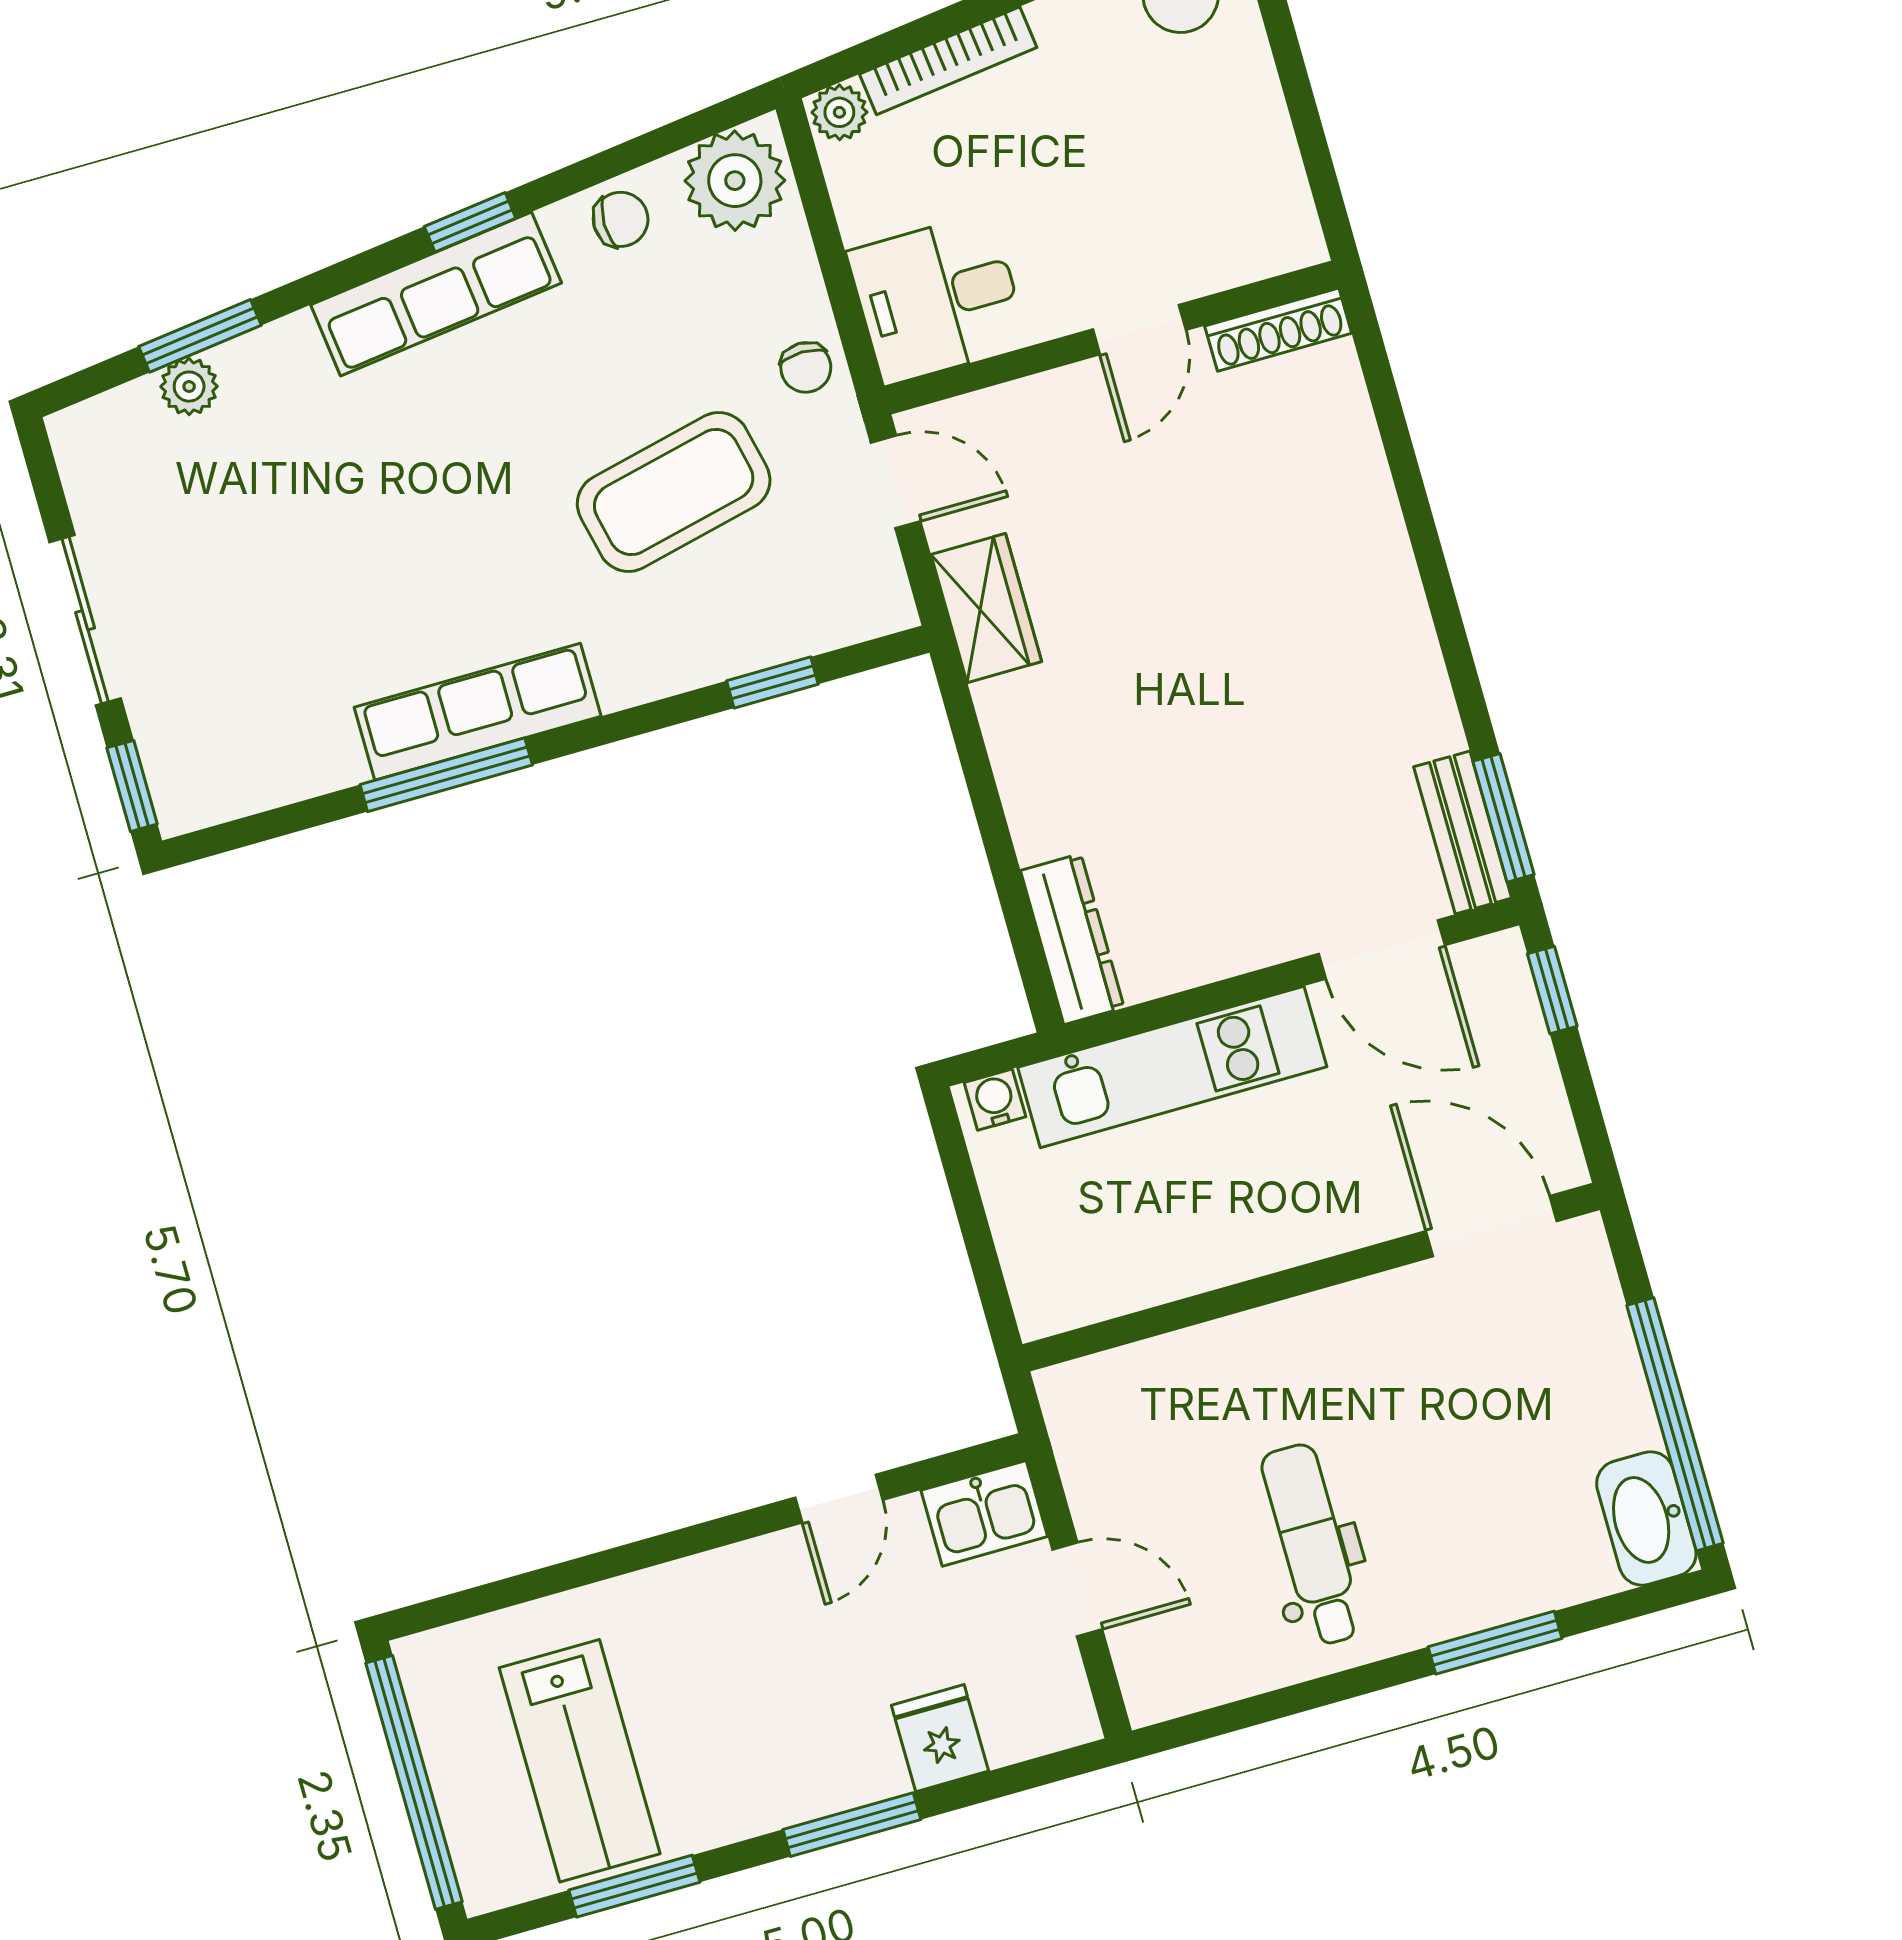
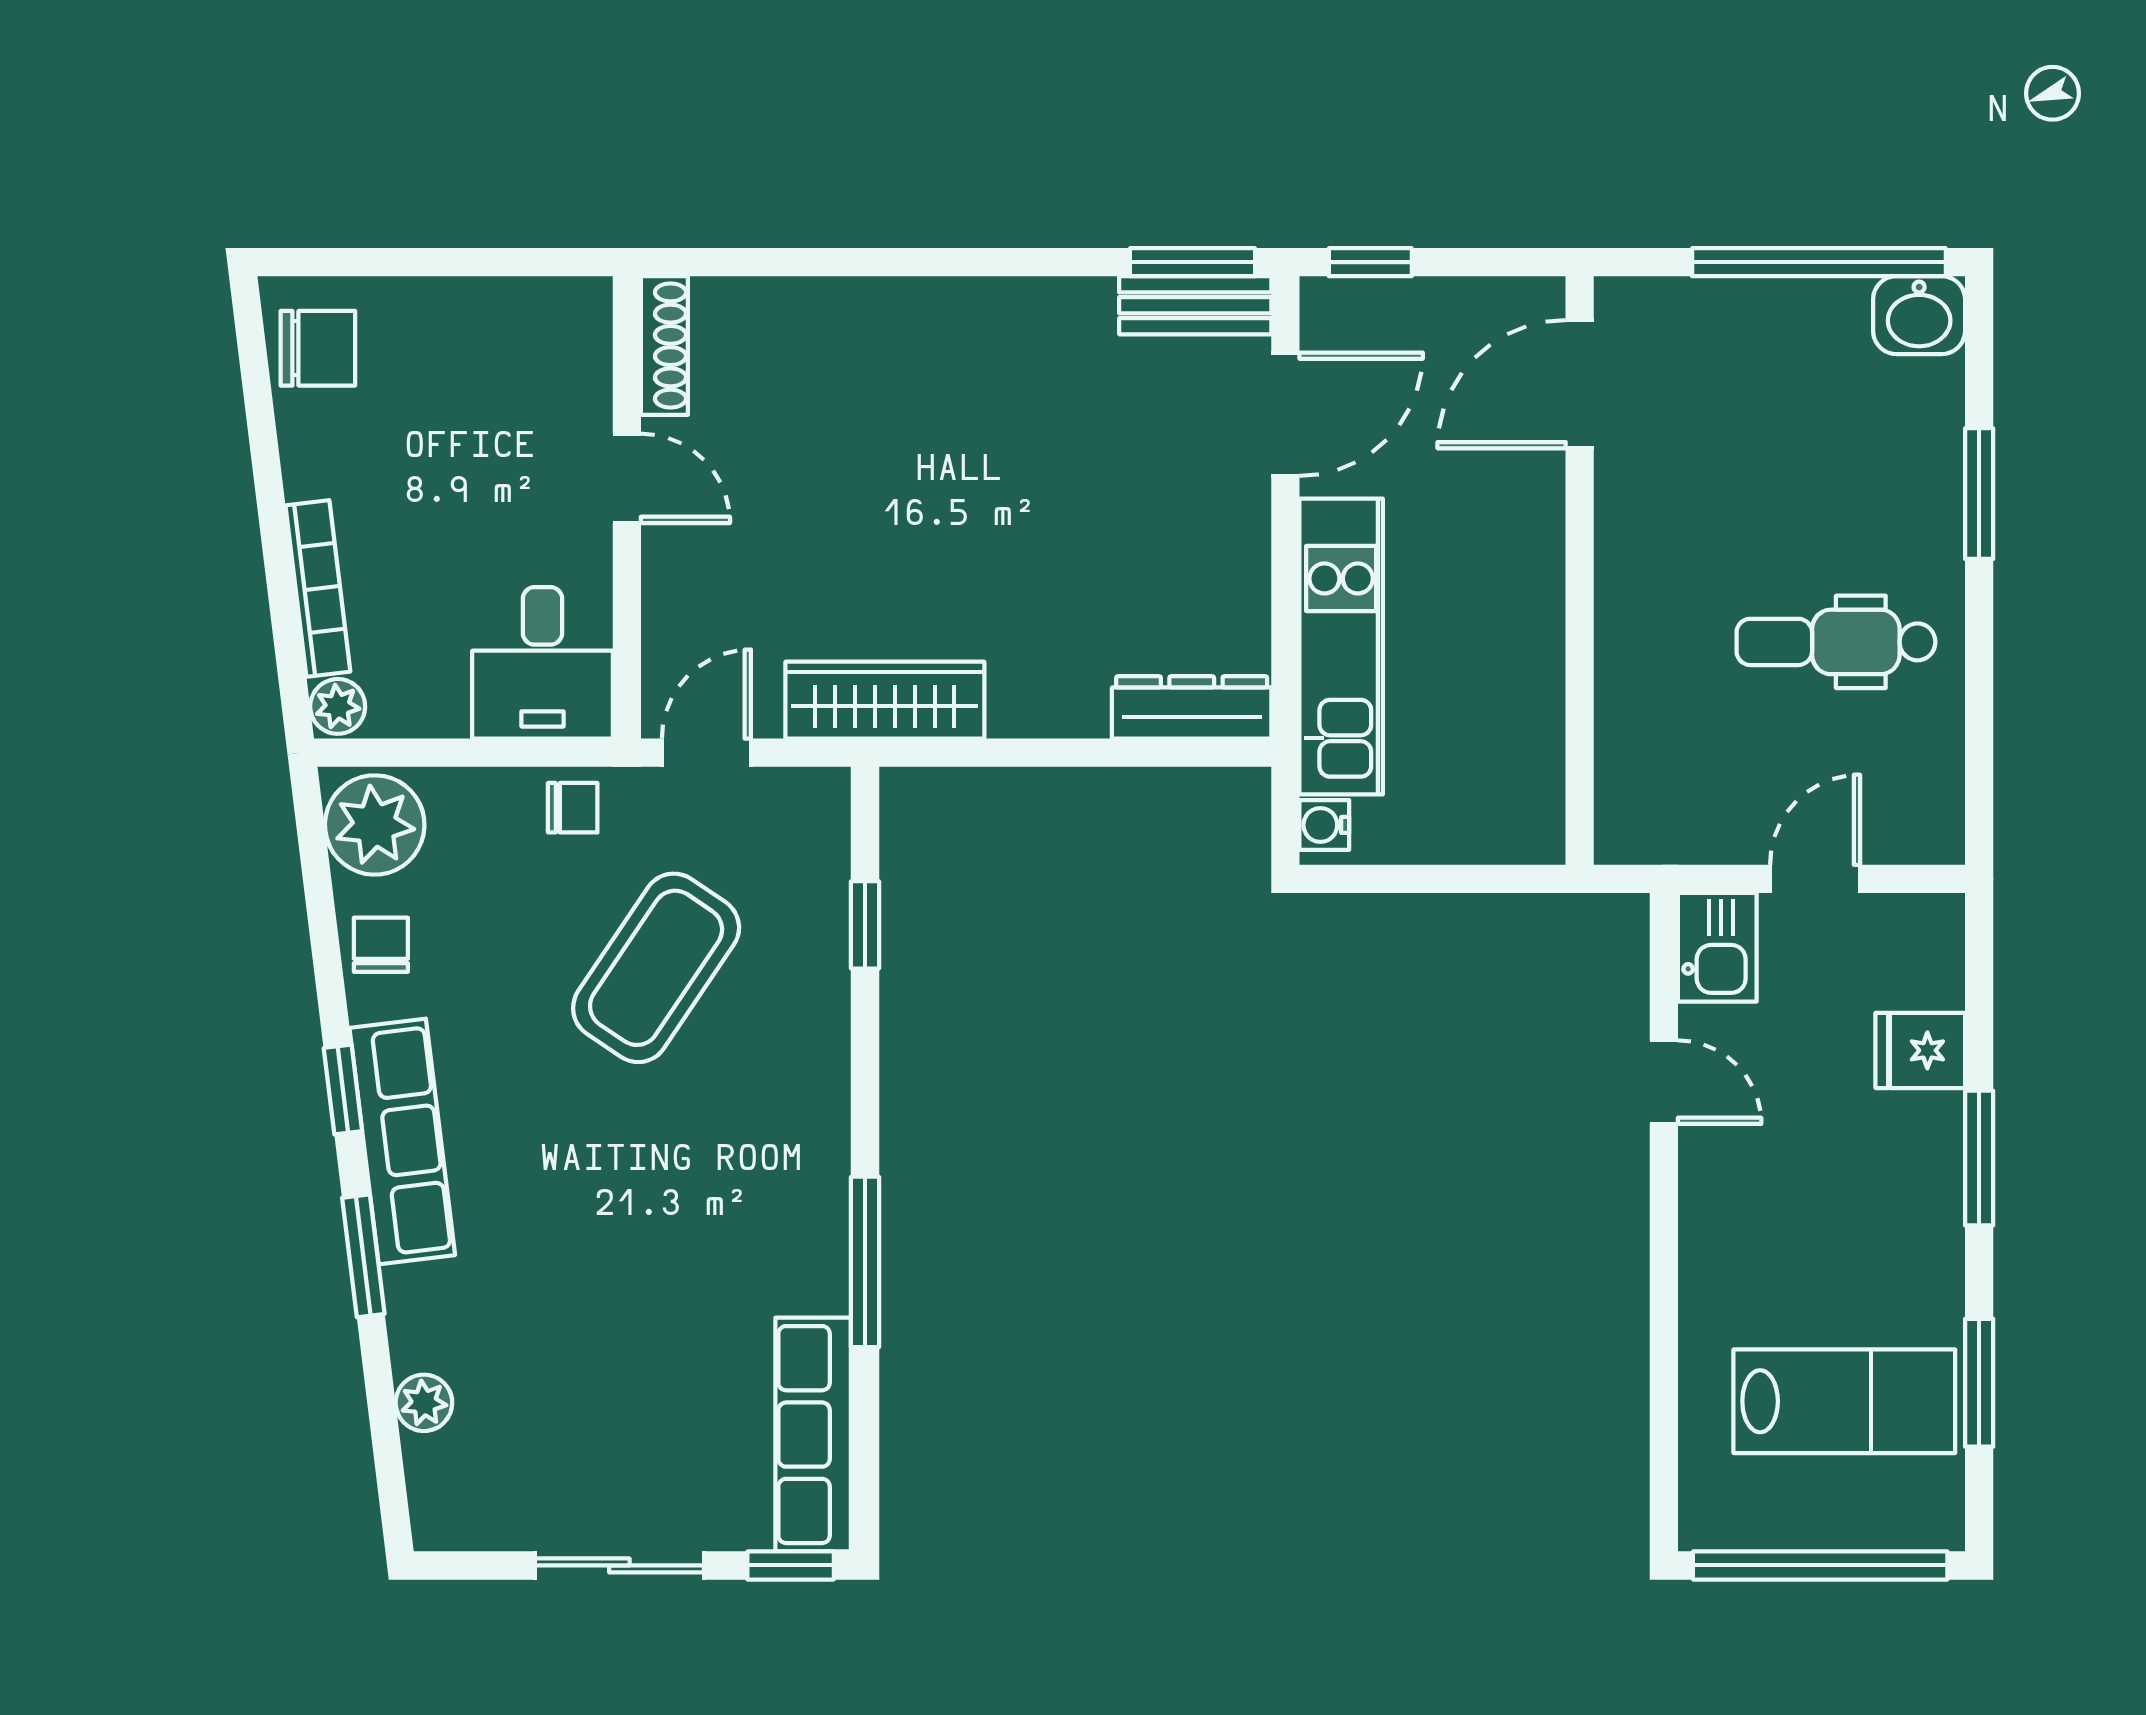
window: (200, 336) -> (363, 1256), moved
coffee table: (674, 492) -> (656, 968), turned 47
wardrobe: (986, 608) -> (885, 700), width x1.50
row of seats: (478, 712) -> (813, 1435), moved
washbasin: (1646, 1519) -> (1919, 315), width x0.72

